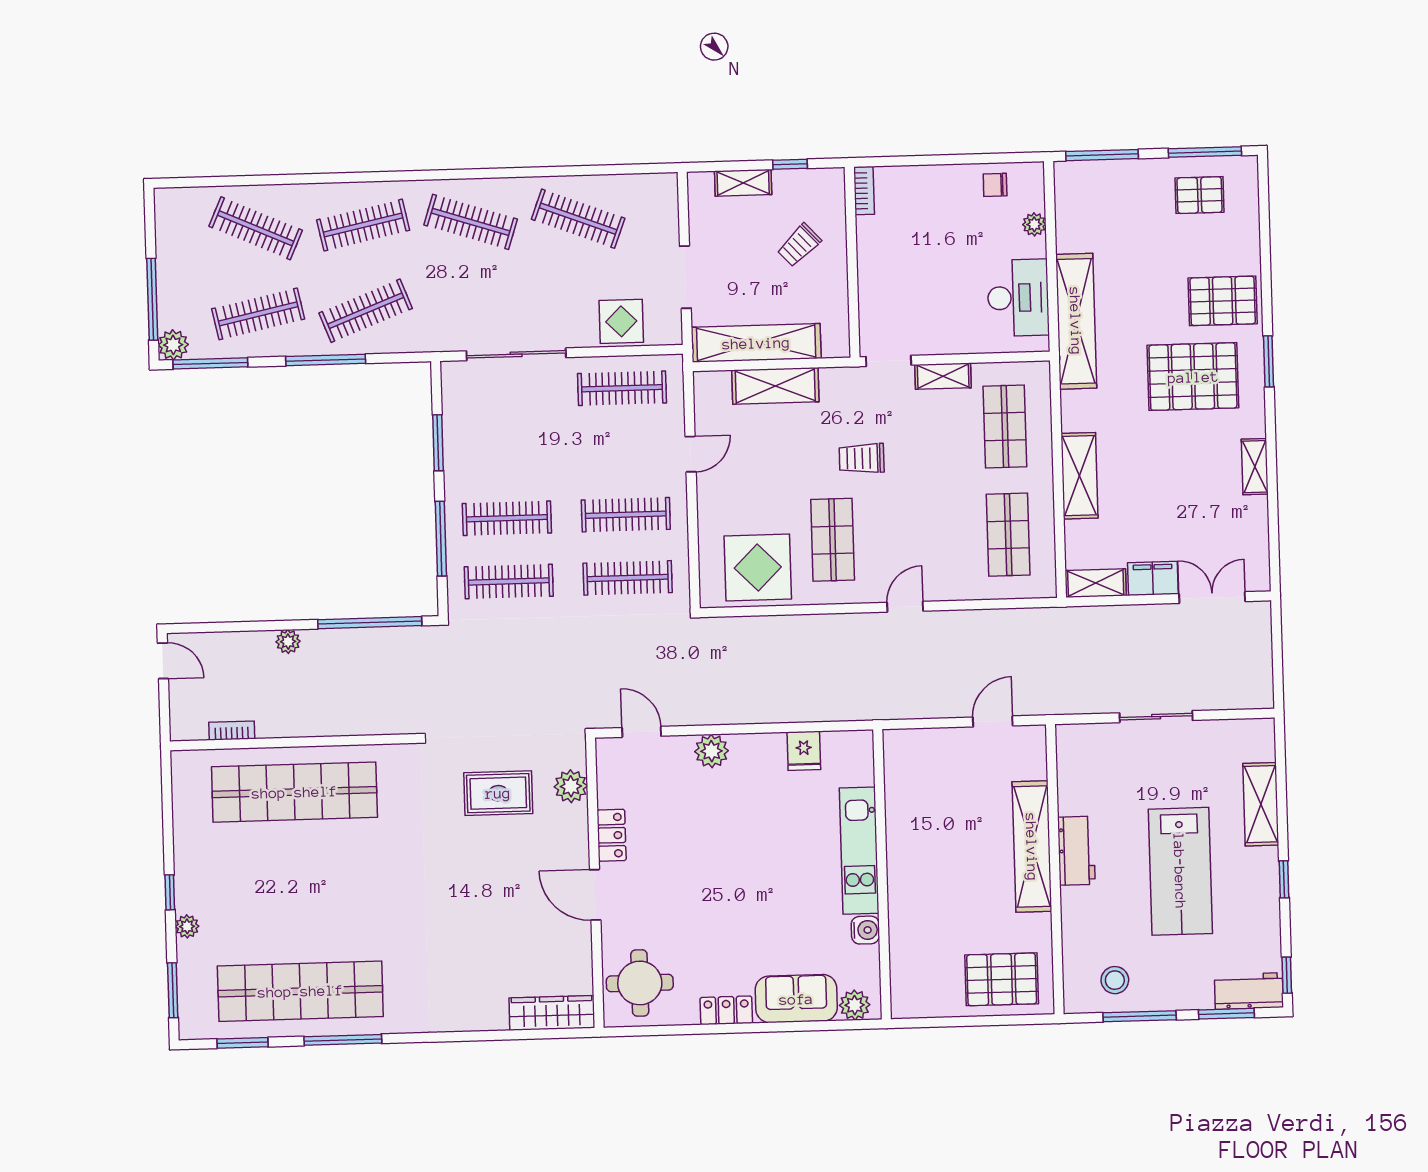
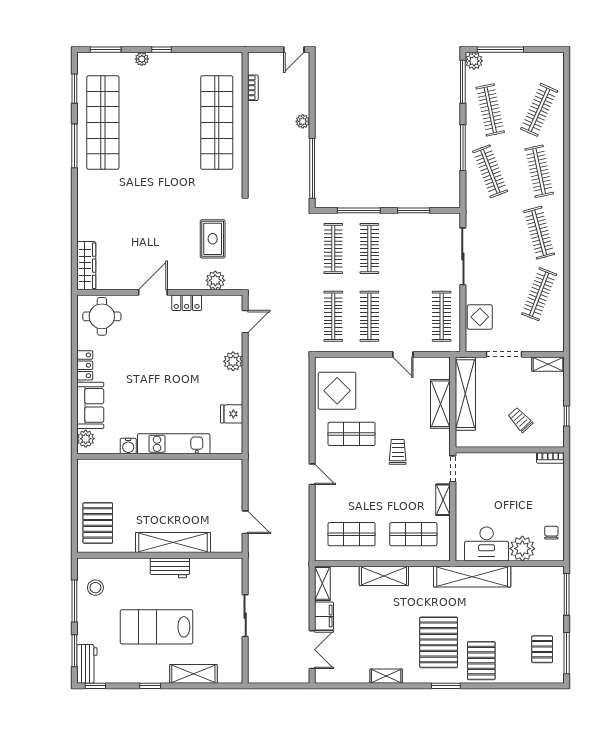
shelving: (743, 183) -> (548, 364), moved, turned 90
clothes rail: (471, 222) -> (539, 233), turned -33
plant: (1034, 224) -> (522, 549), width x1.88, depth x1.88

